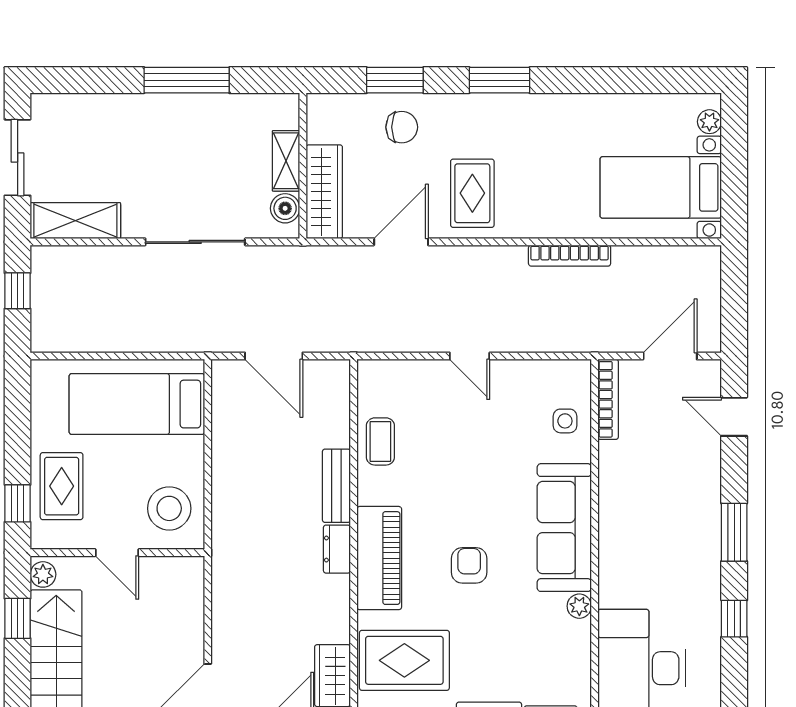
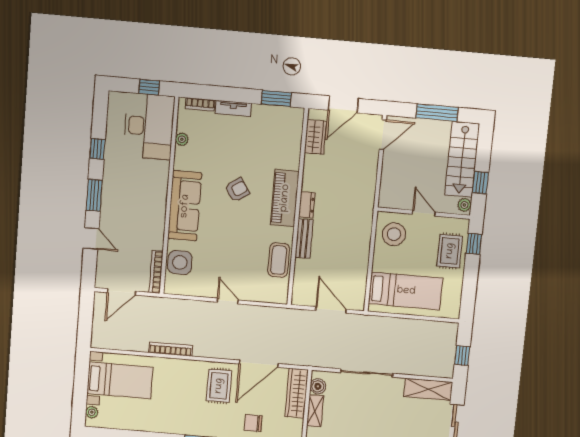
door: (401, 242) -> (259, 364), width x1.36
door: (734, 417) -> (91, 238), moved
side table: (565, 421) -> (180, 262), width x1.87, depth x1.87
coffee table: (380, 441) -> (279, 260), width x1.36, depth x1.30
armchair: (469, 565) -> (237, 190), turned -123
plant: (579, 606) -> (182, 139), moved
rug: (404, 660) -> (276, 142), removed

